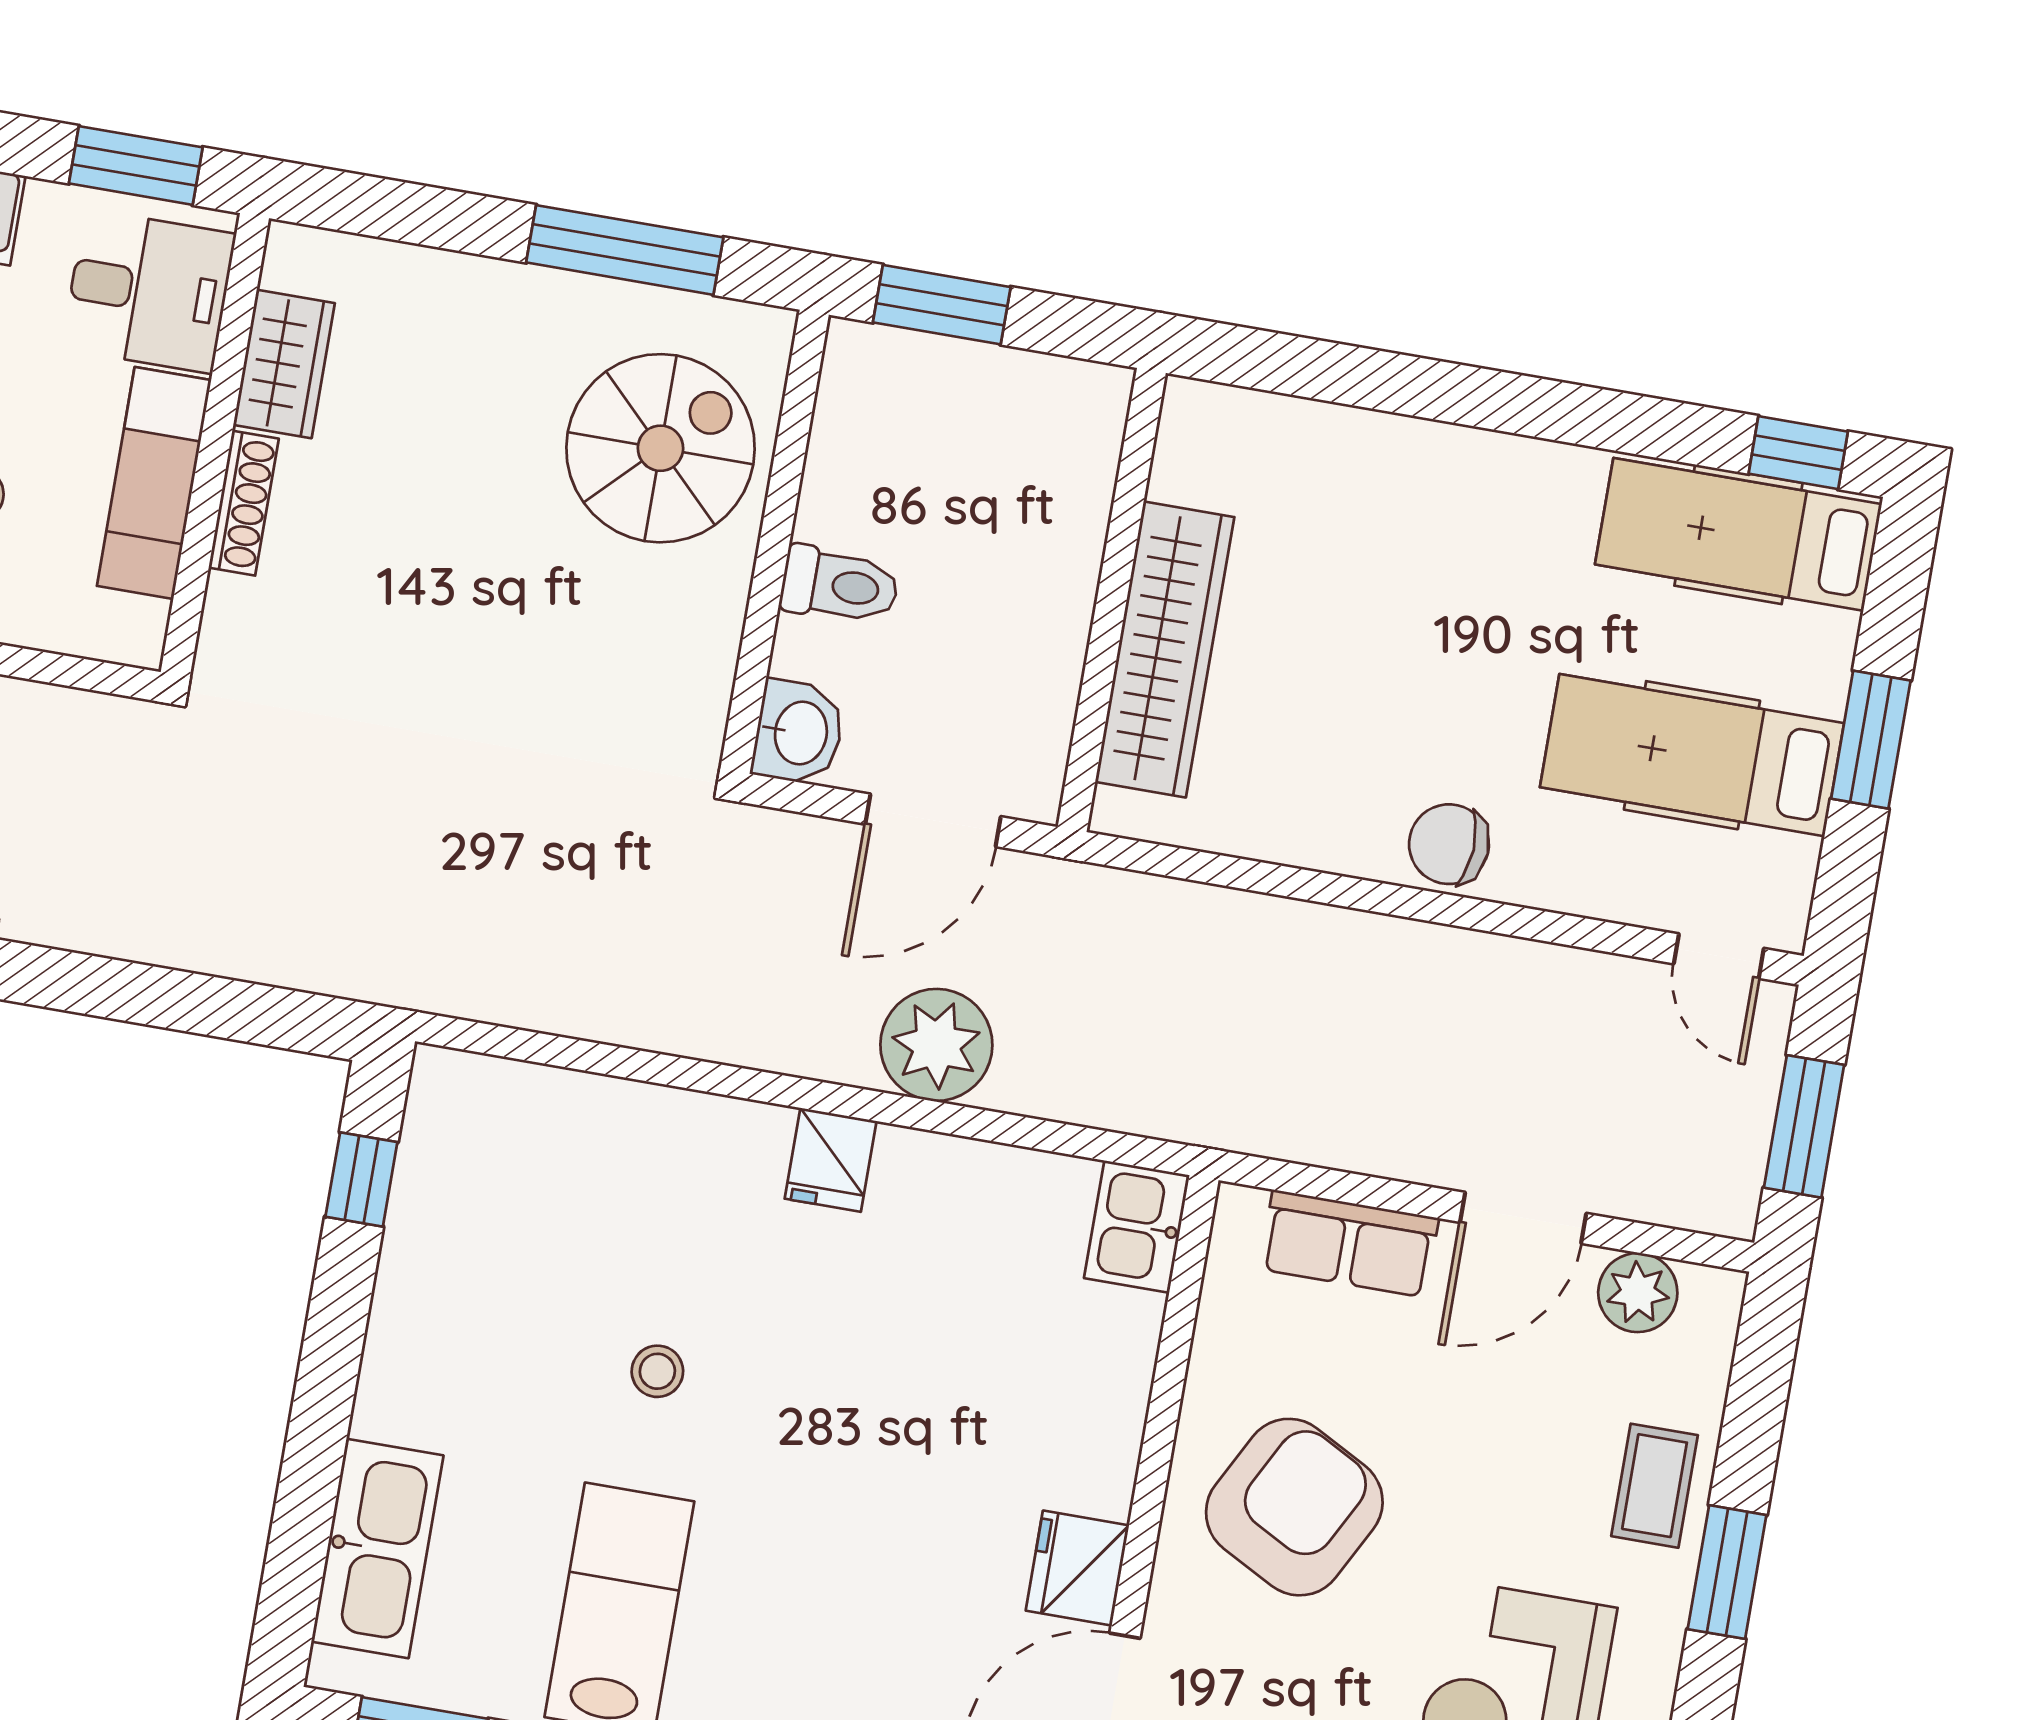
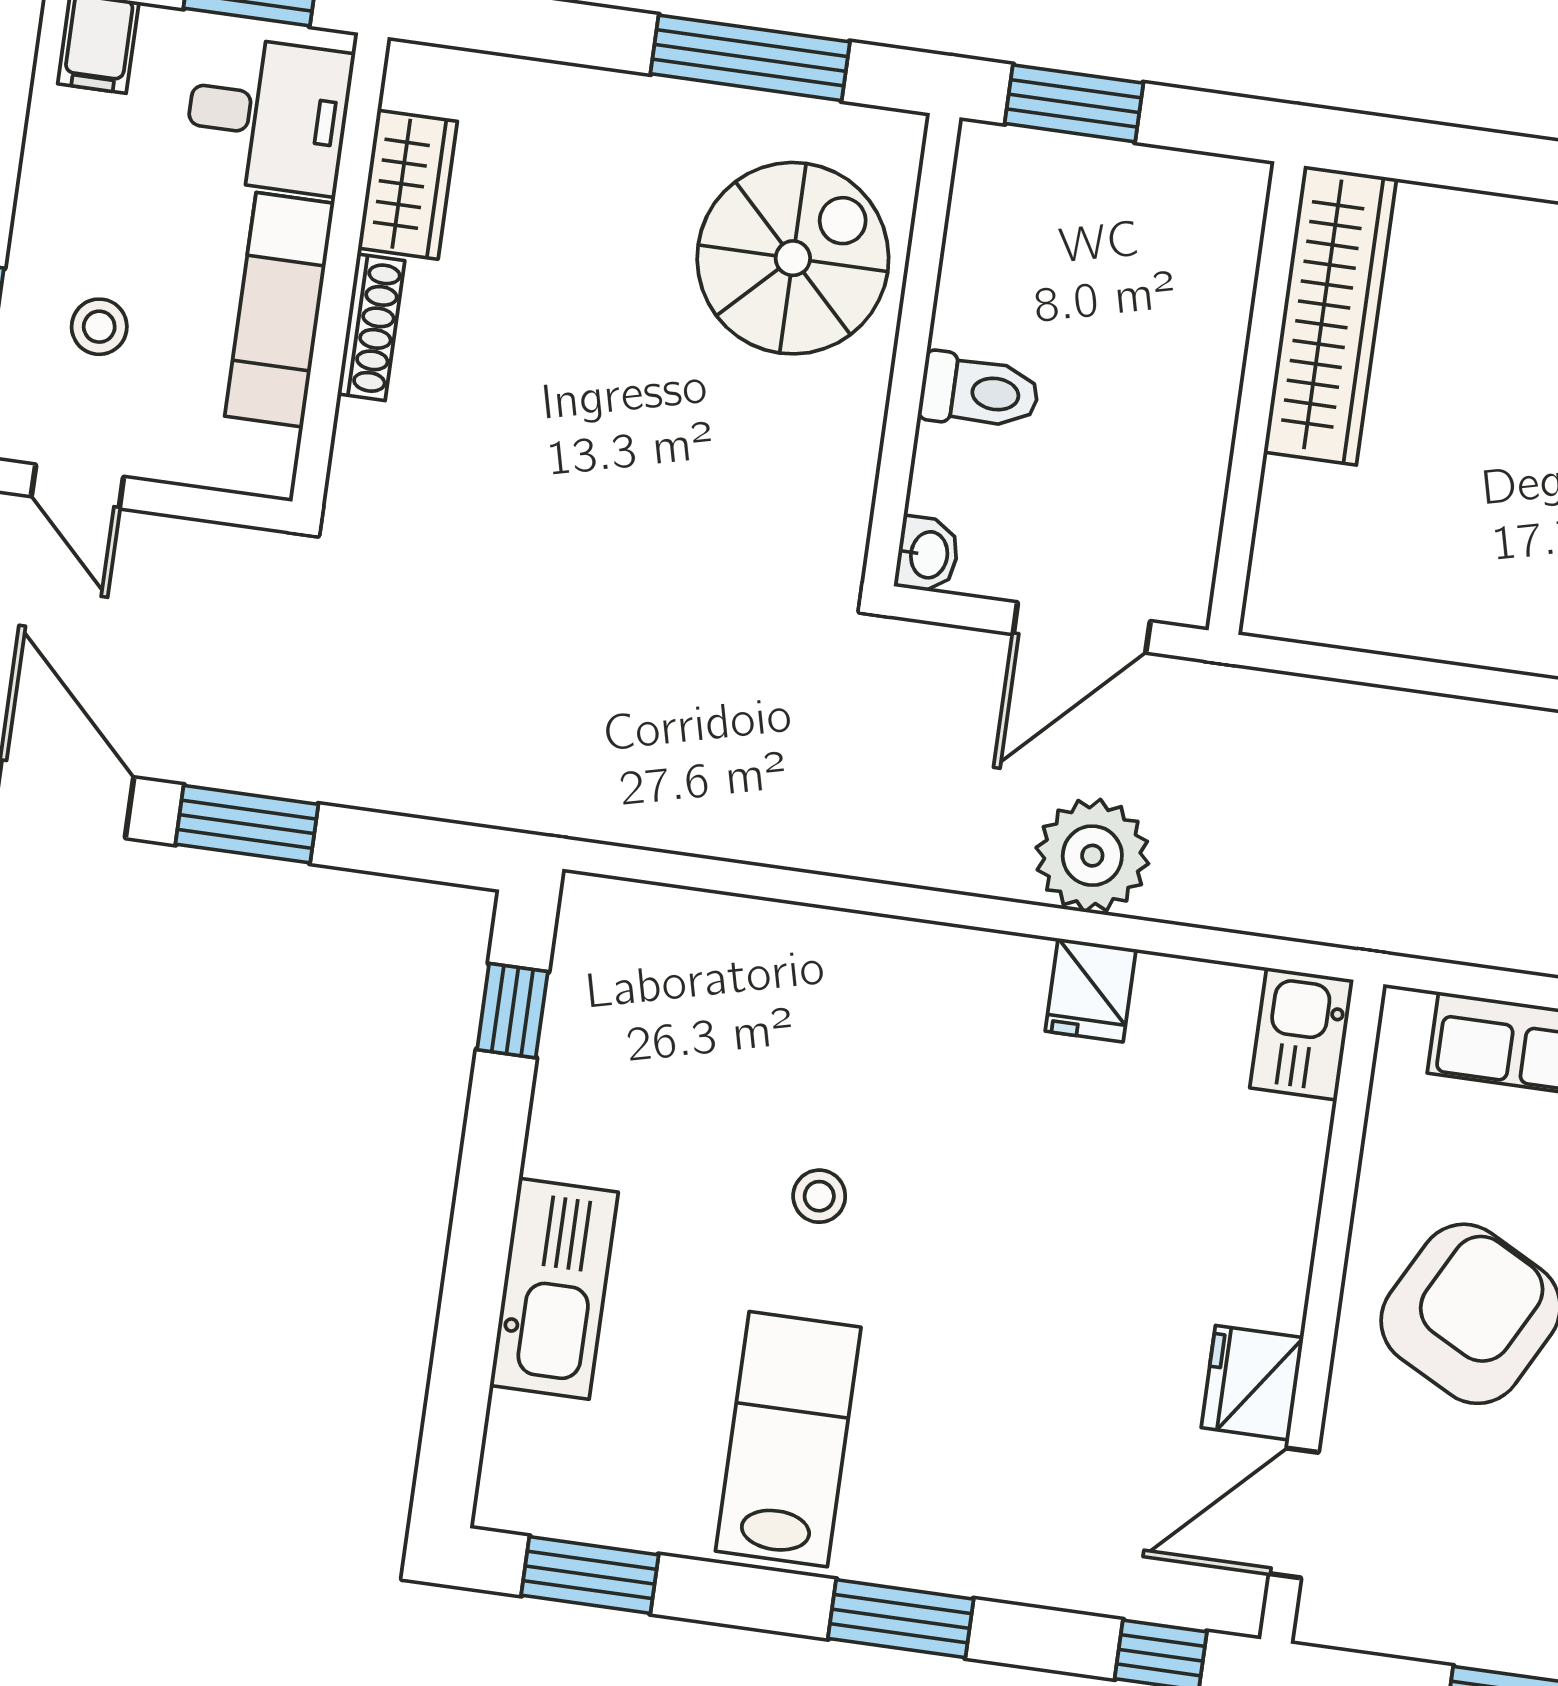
wardrobe: (1165, 649) -> (1330, 315), moved
washbasin: (799, 733) -> (927, 555), width x0.72, depth x0.69
window: (106, 988) -> (247, 824), added
fridge: (831, 1160) -> (1091, 990), moved
kitchen sink: (377, 1549) -> (554, 1289), moved

